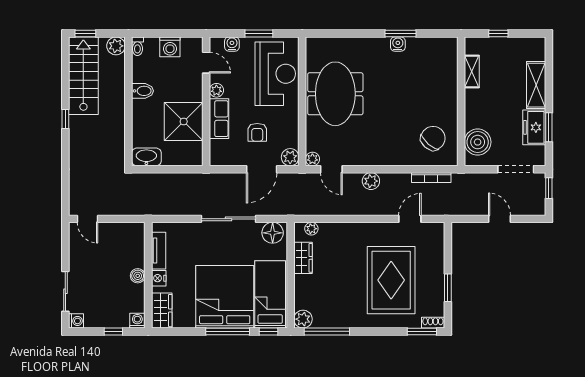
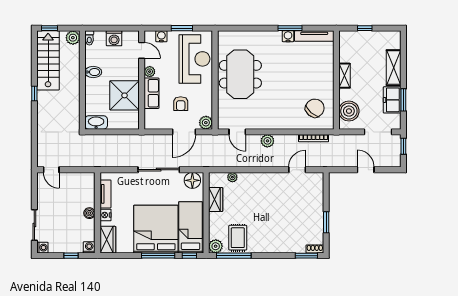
tv unit: (432, 44) -> (314, 36), added
shelving: (472, 72) -> (344, 76), moved
plant: (312, 159) -> (223, 124), removed
plant: (311, 229) -> (232, 177), moved
rug: (391, 280) -> (238, 238), moved, width x0.54, depth x0.49

